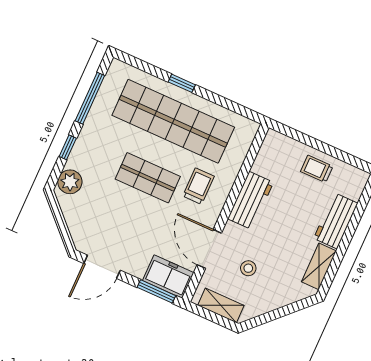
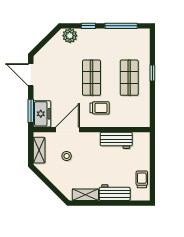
shop shelf: (173, 121) -> (129, 78), width x0.50, depth x0.74
trolley: (317, 169) -> (142, 179), moved
workbench: (251, 201) -> (116, 140), moved

